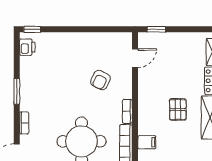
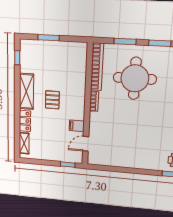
armchair: (100, 80) -> (115, 129), removed
filing cabinet: (147, 142) -> (77, 126), moved

